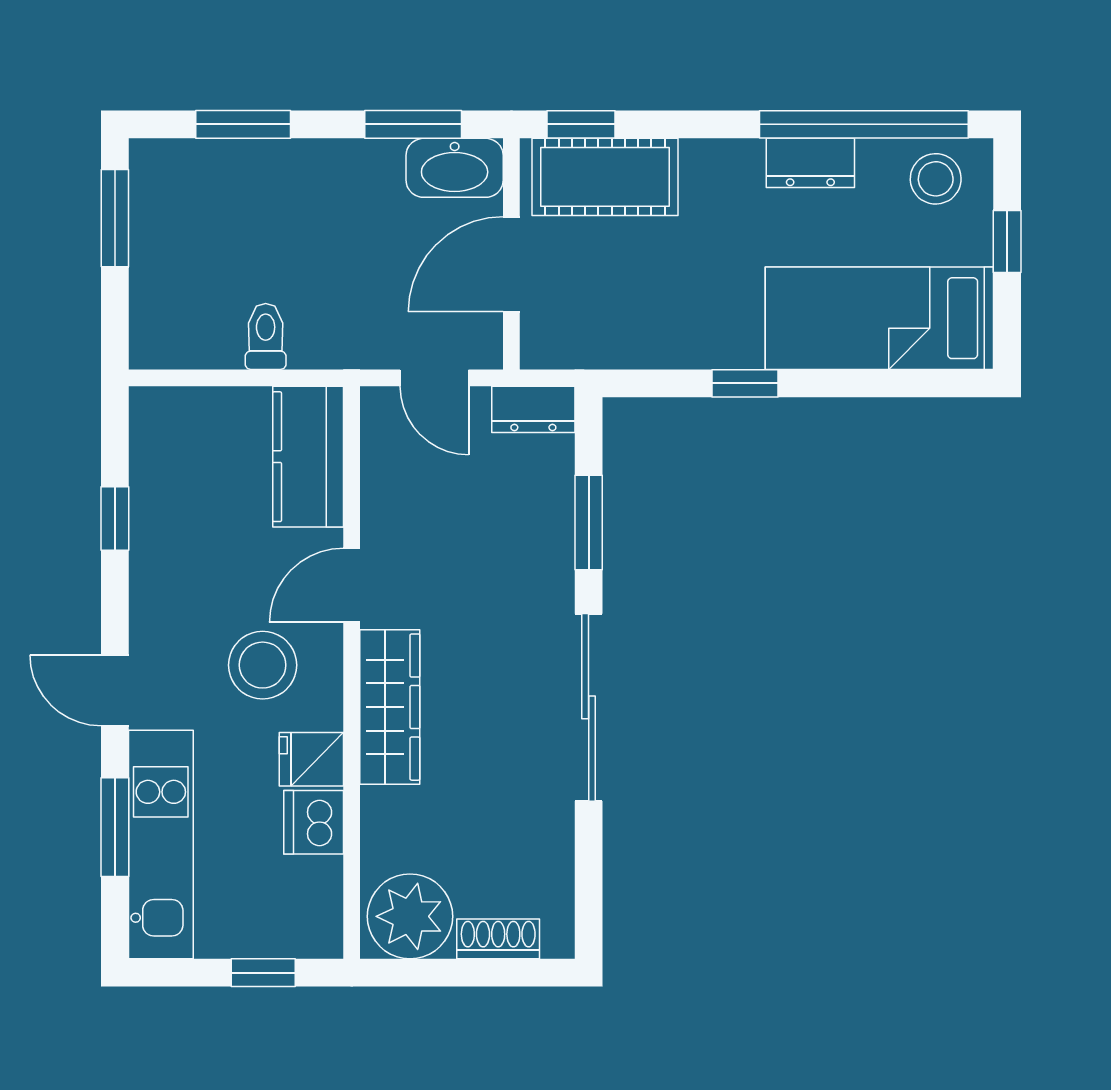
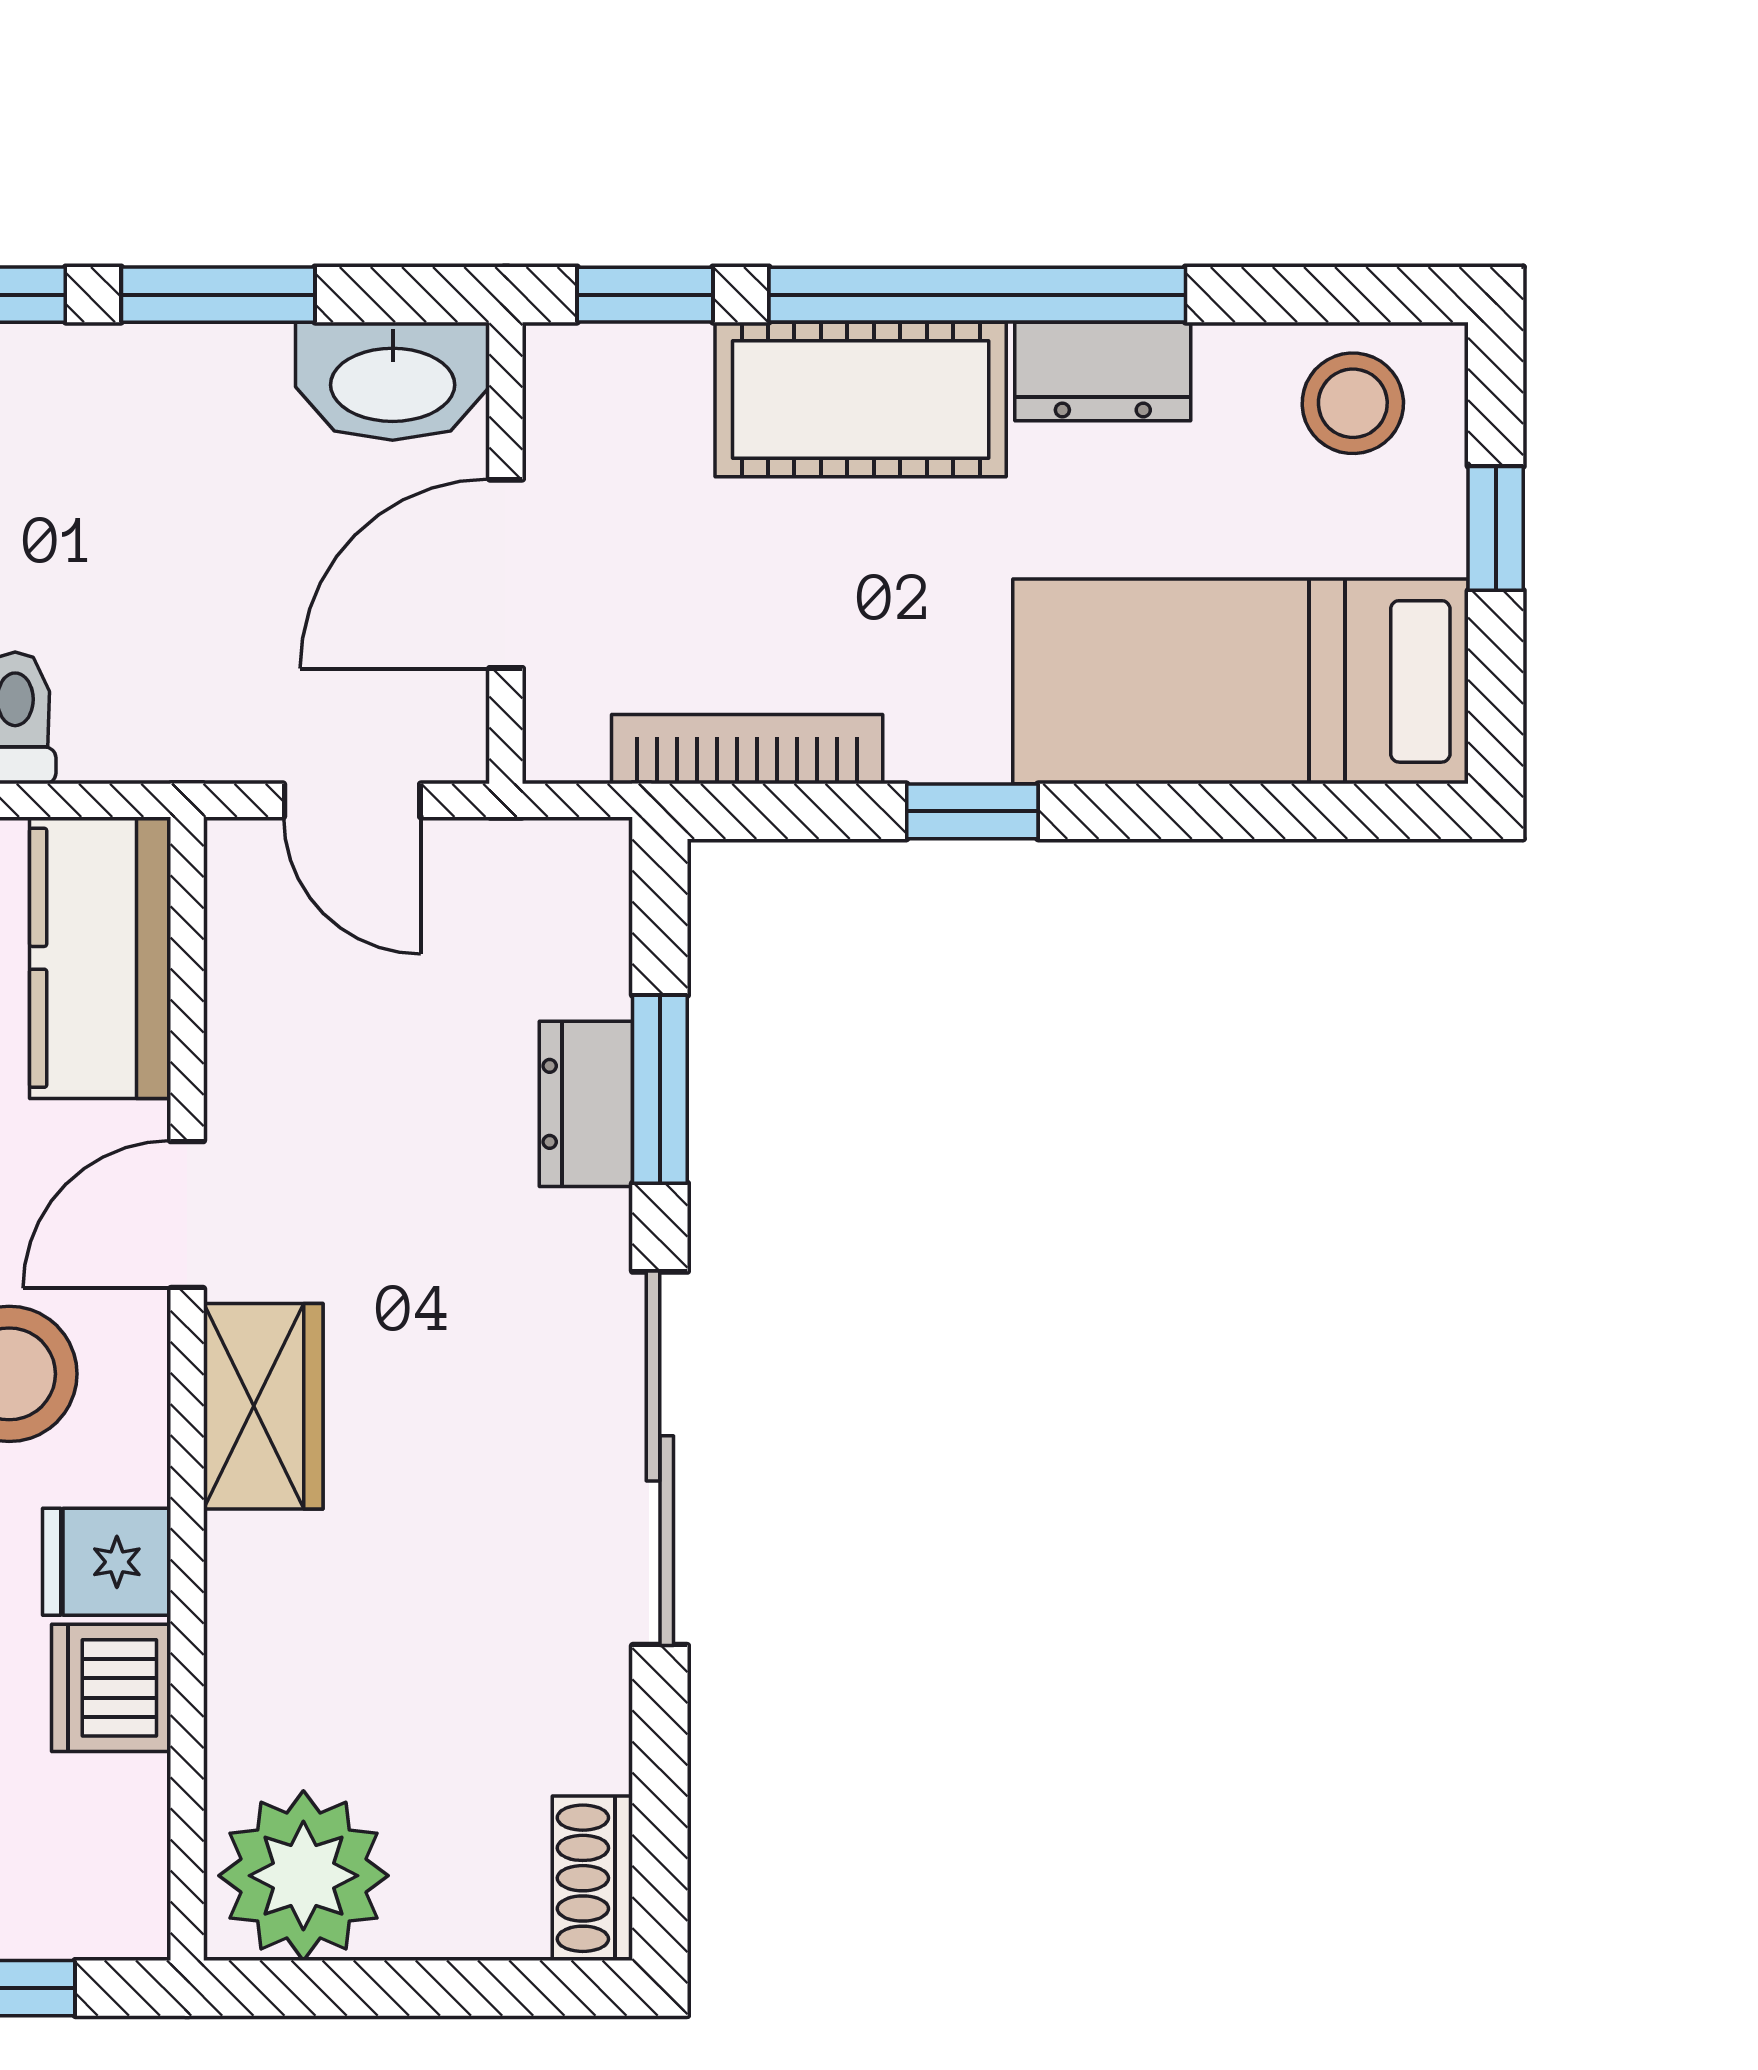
window: (413, 124) -> (218, 295), moved
window: (864, 124) -> (977, 295), moved
cot: (605, 177) -> (861, 399), moved
bookcase: (632, 352) -> (747, 749), added
dresser: (533, 409) -> (586, 1104), moved, turned 90
wardrobe: (390, 707) -> (263, 1406), width x0.67
shoe rack: (498, 939) -> (592, 1878), moved, turned -90

